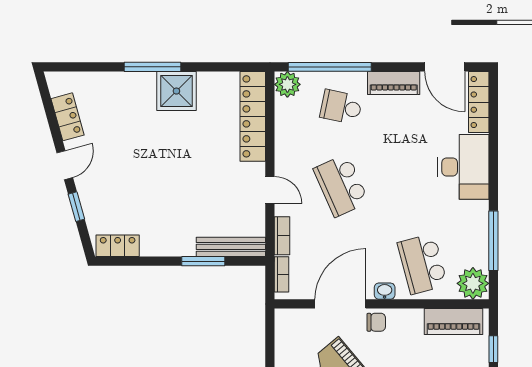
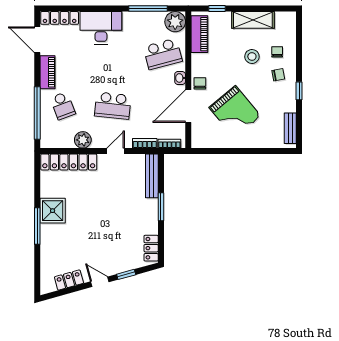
door: (445, 67) -> (37, 40), swing flipped
plant: (287, 84) -> (83, 140), moved
school desk: (341, 107) -> (63, 106), turned -33
school desk: (341, 185) -> (113, 106), turned 30
window: (203, 261) -> (161, 207), moved
door: (340, 304) -> (188, 106), hinge flipped

